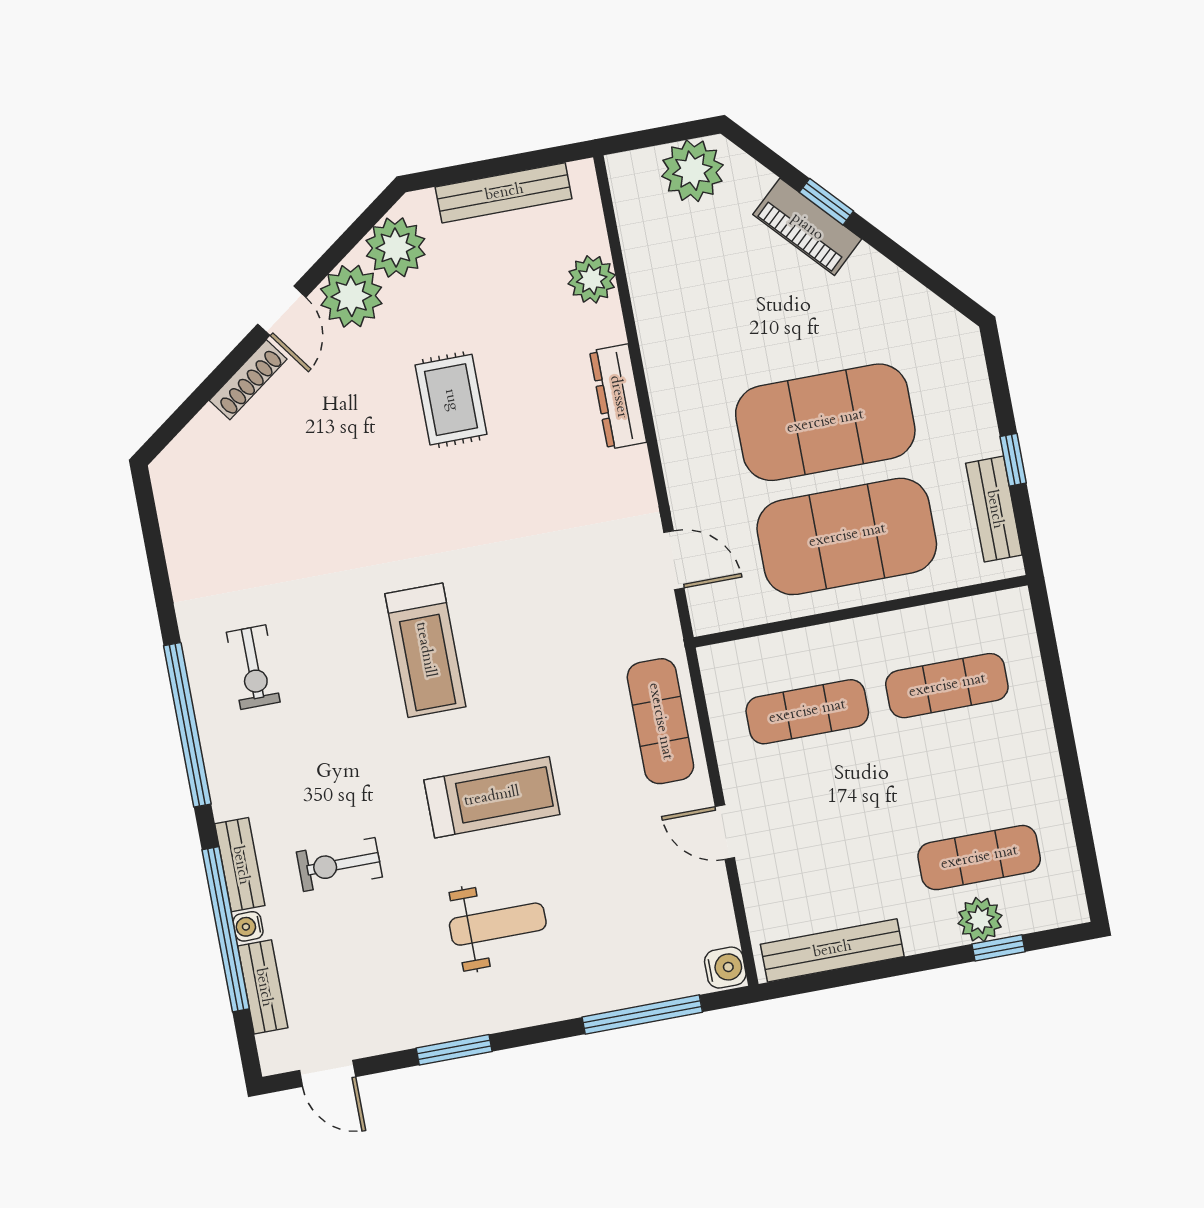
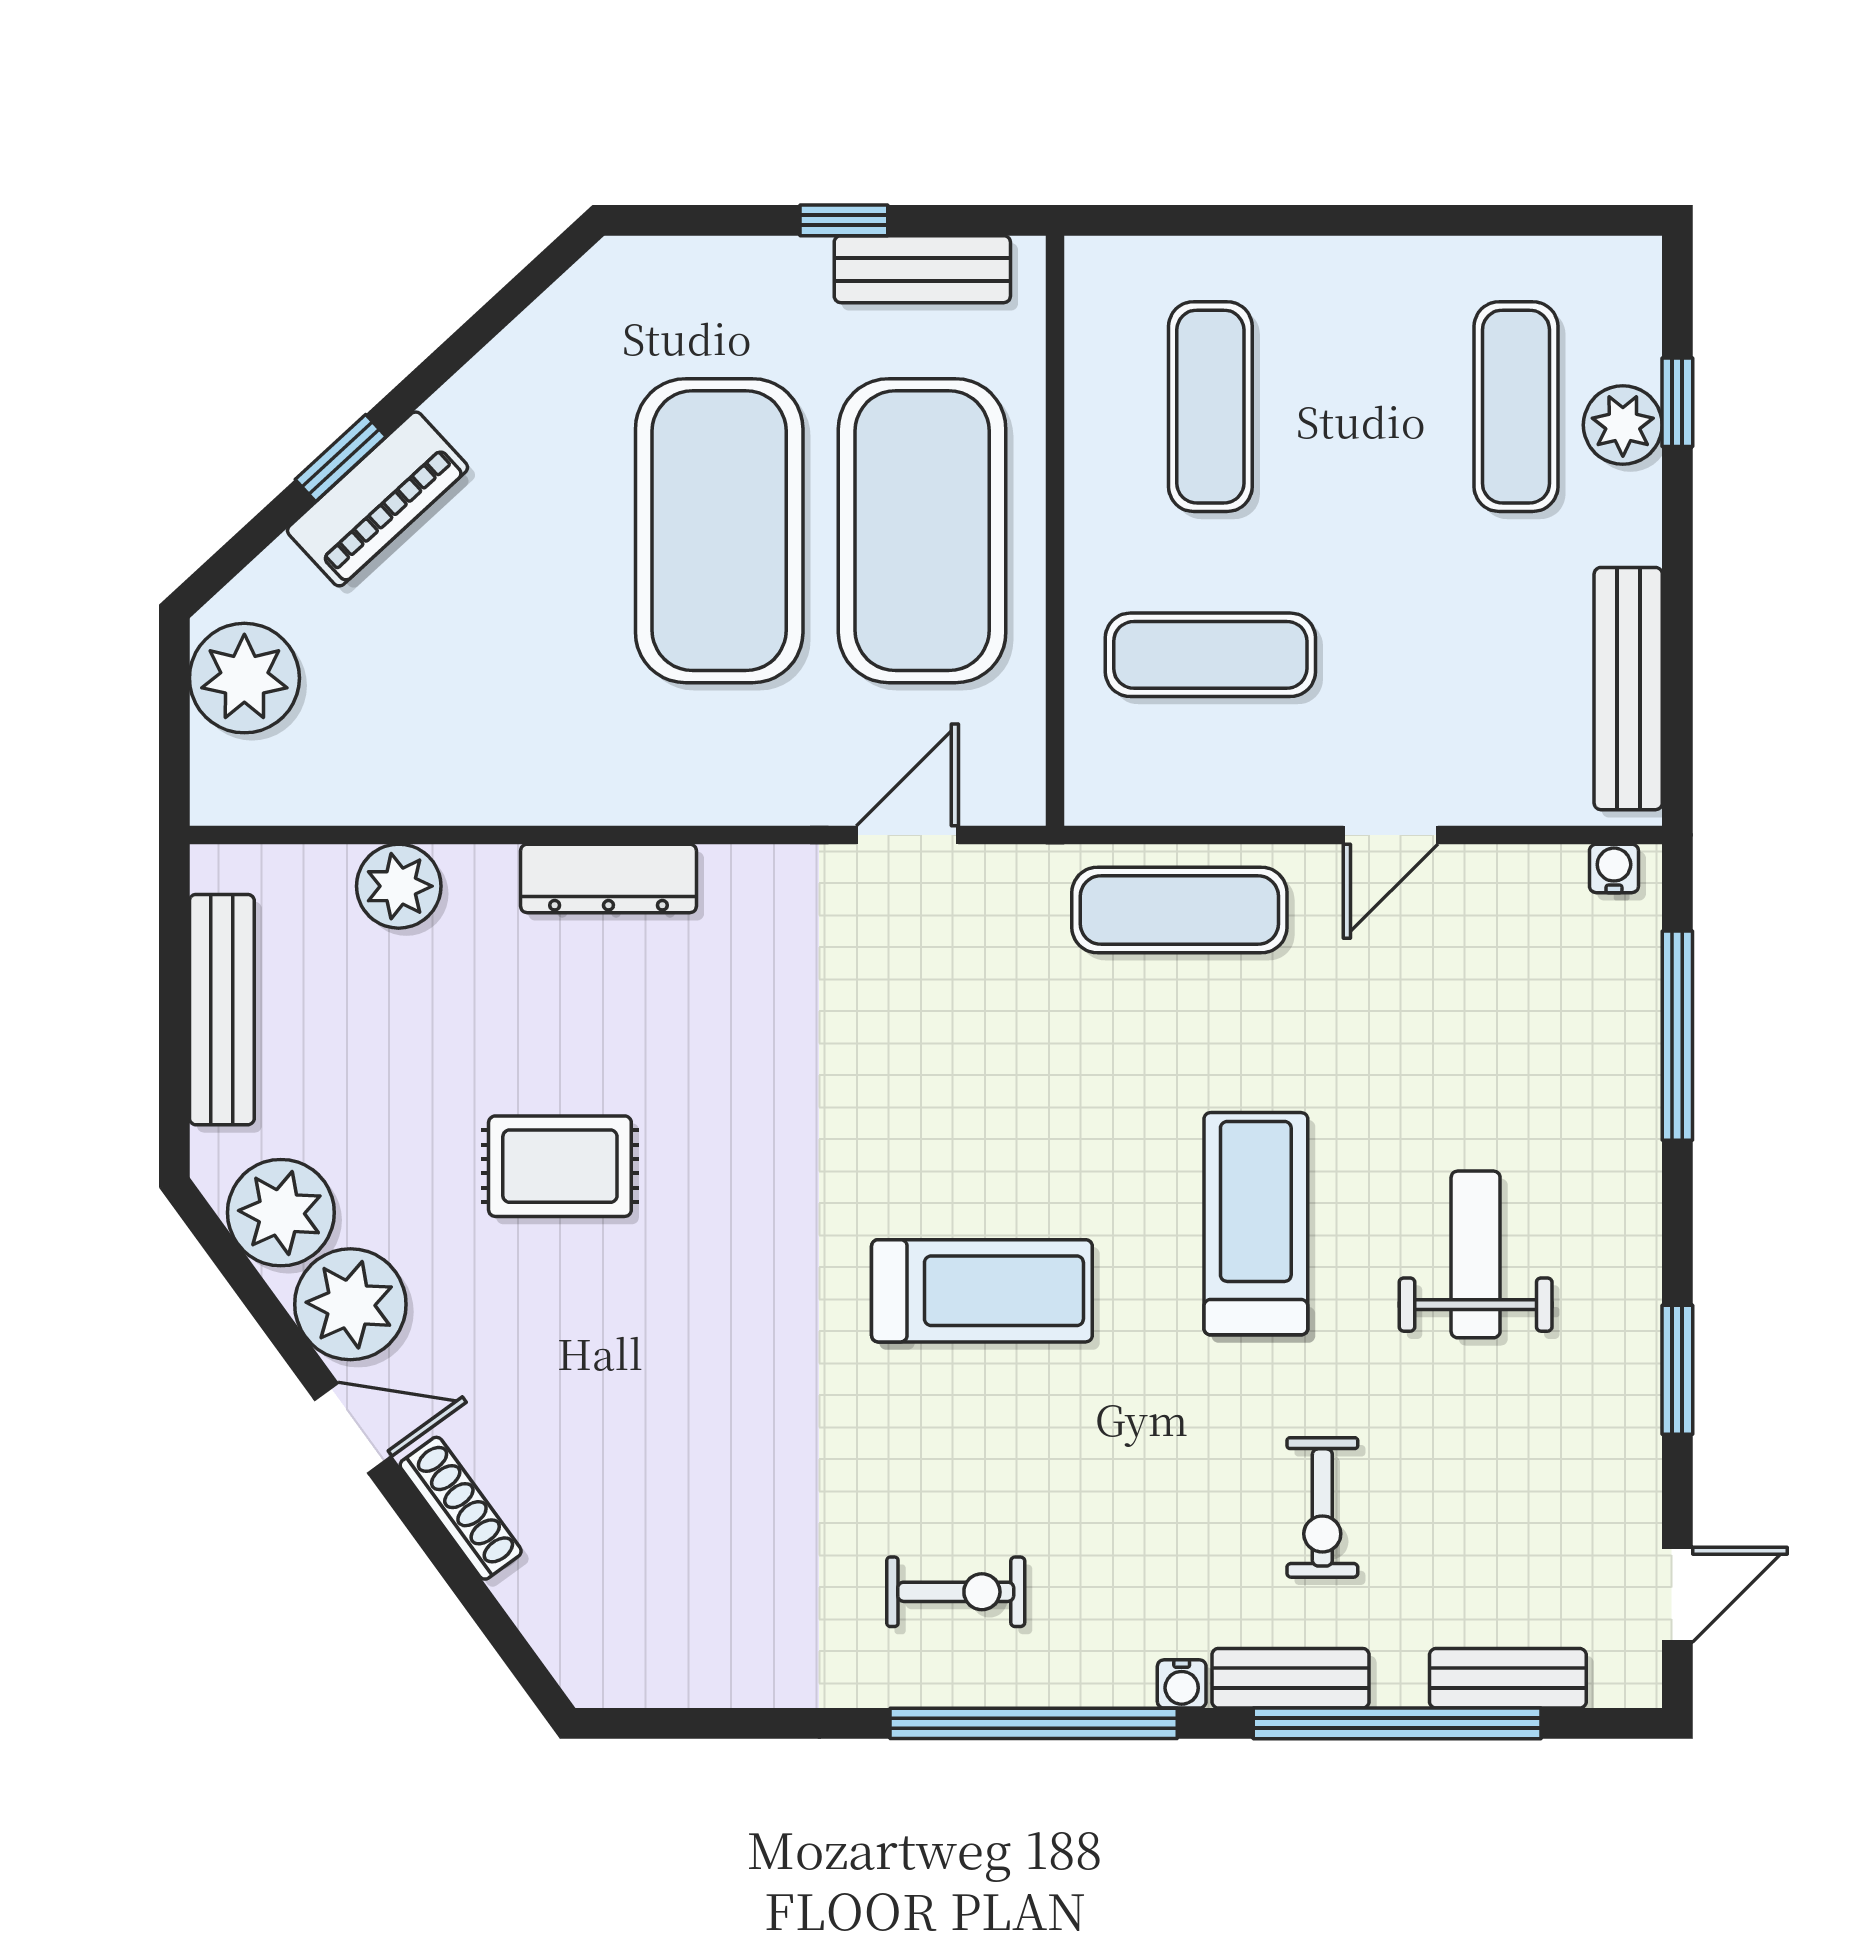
exercise mat: (807, 712) -> (1210, 655), turned 90
water cooler: (248, 926) -> (1182, 1684), moved
water cooler: (725, 968) -> (1614, 868), width x0.72, depth x0.72

